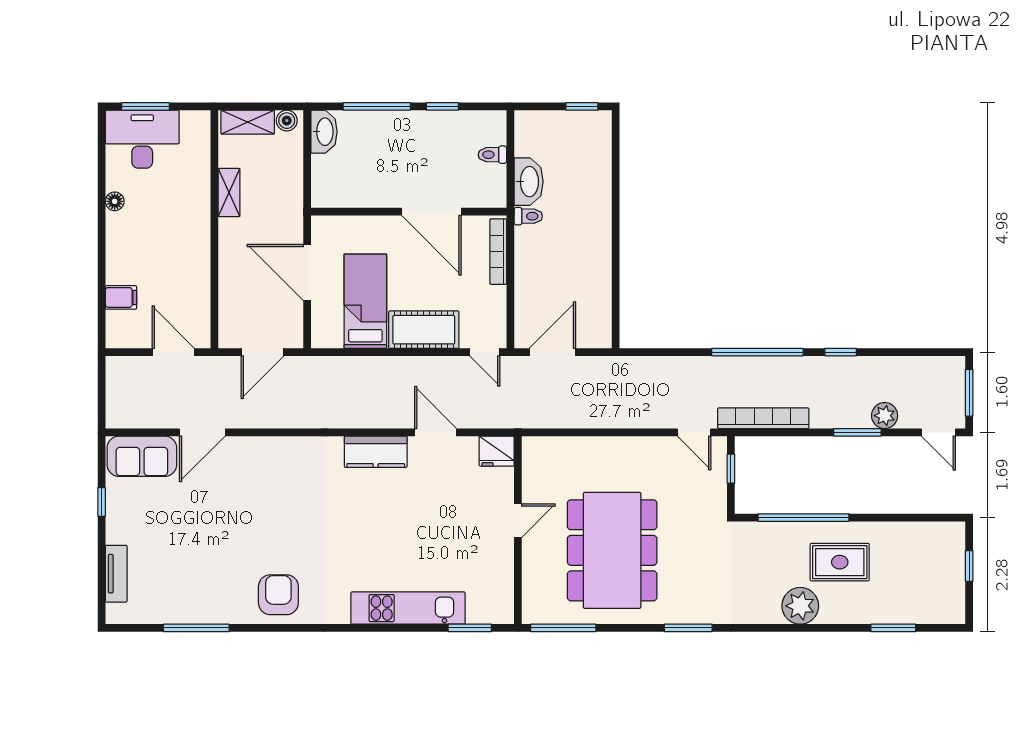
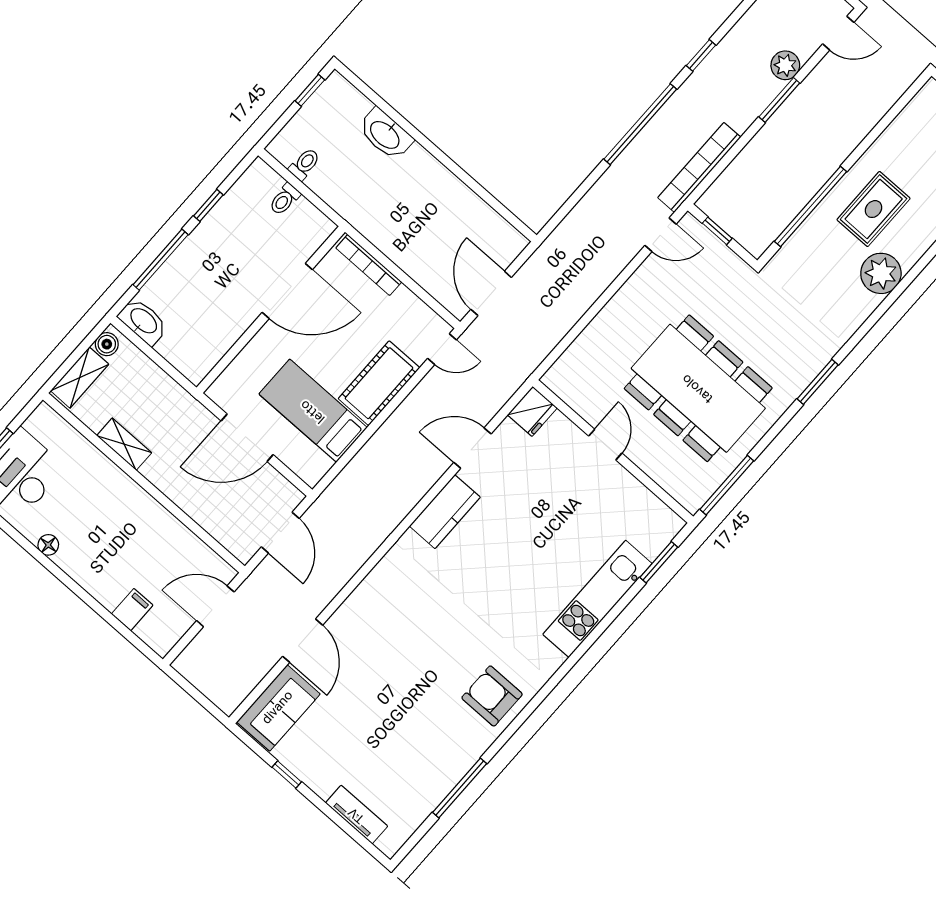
washbasin: (529, 182) -> (385, 134), moved, turned 180
toilet: (528, 216) -> (304, 164), moved

